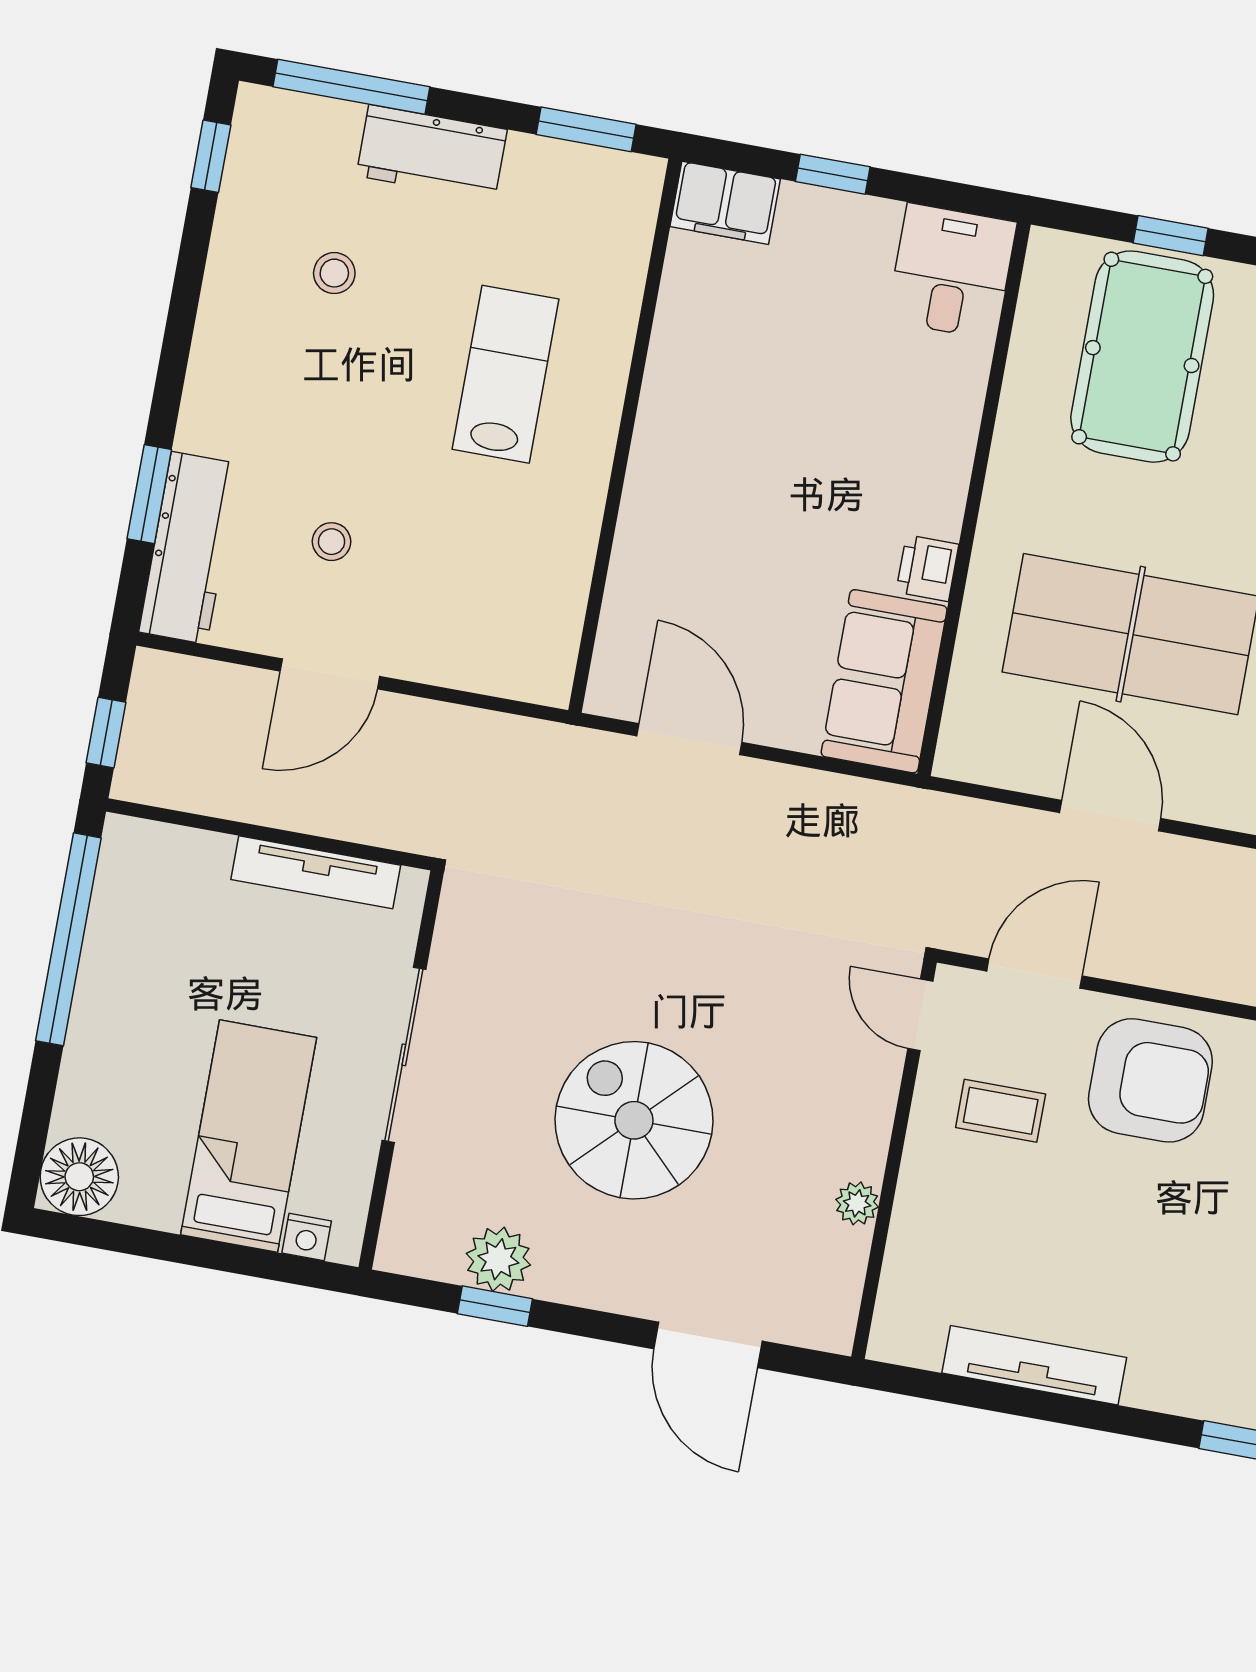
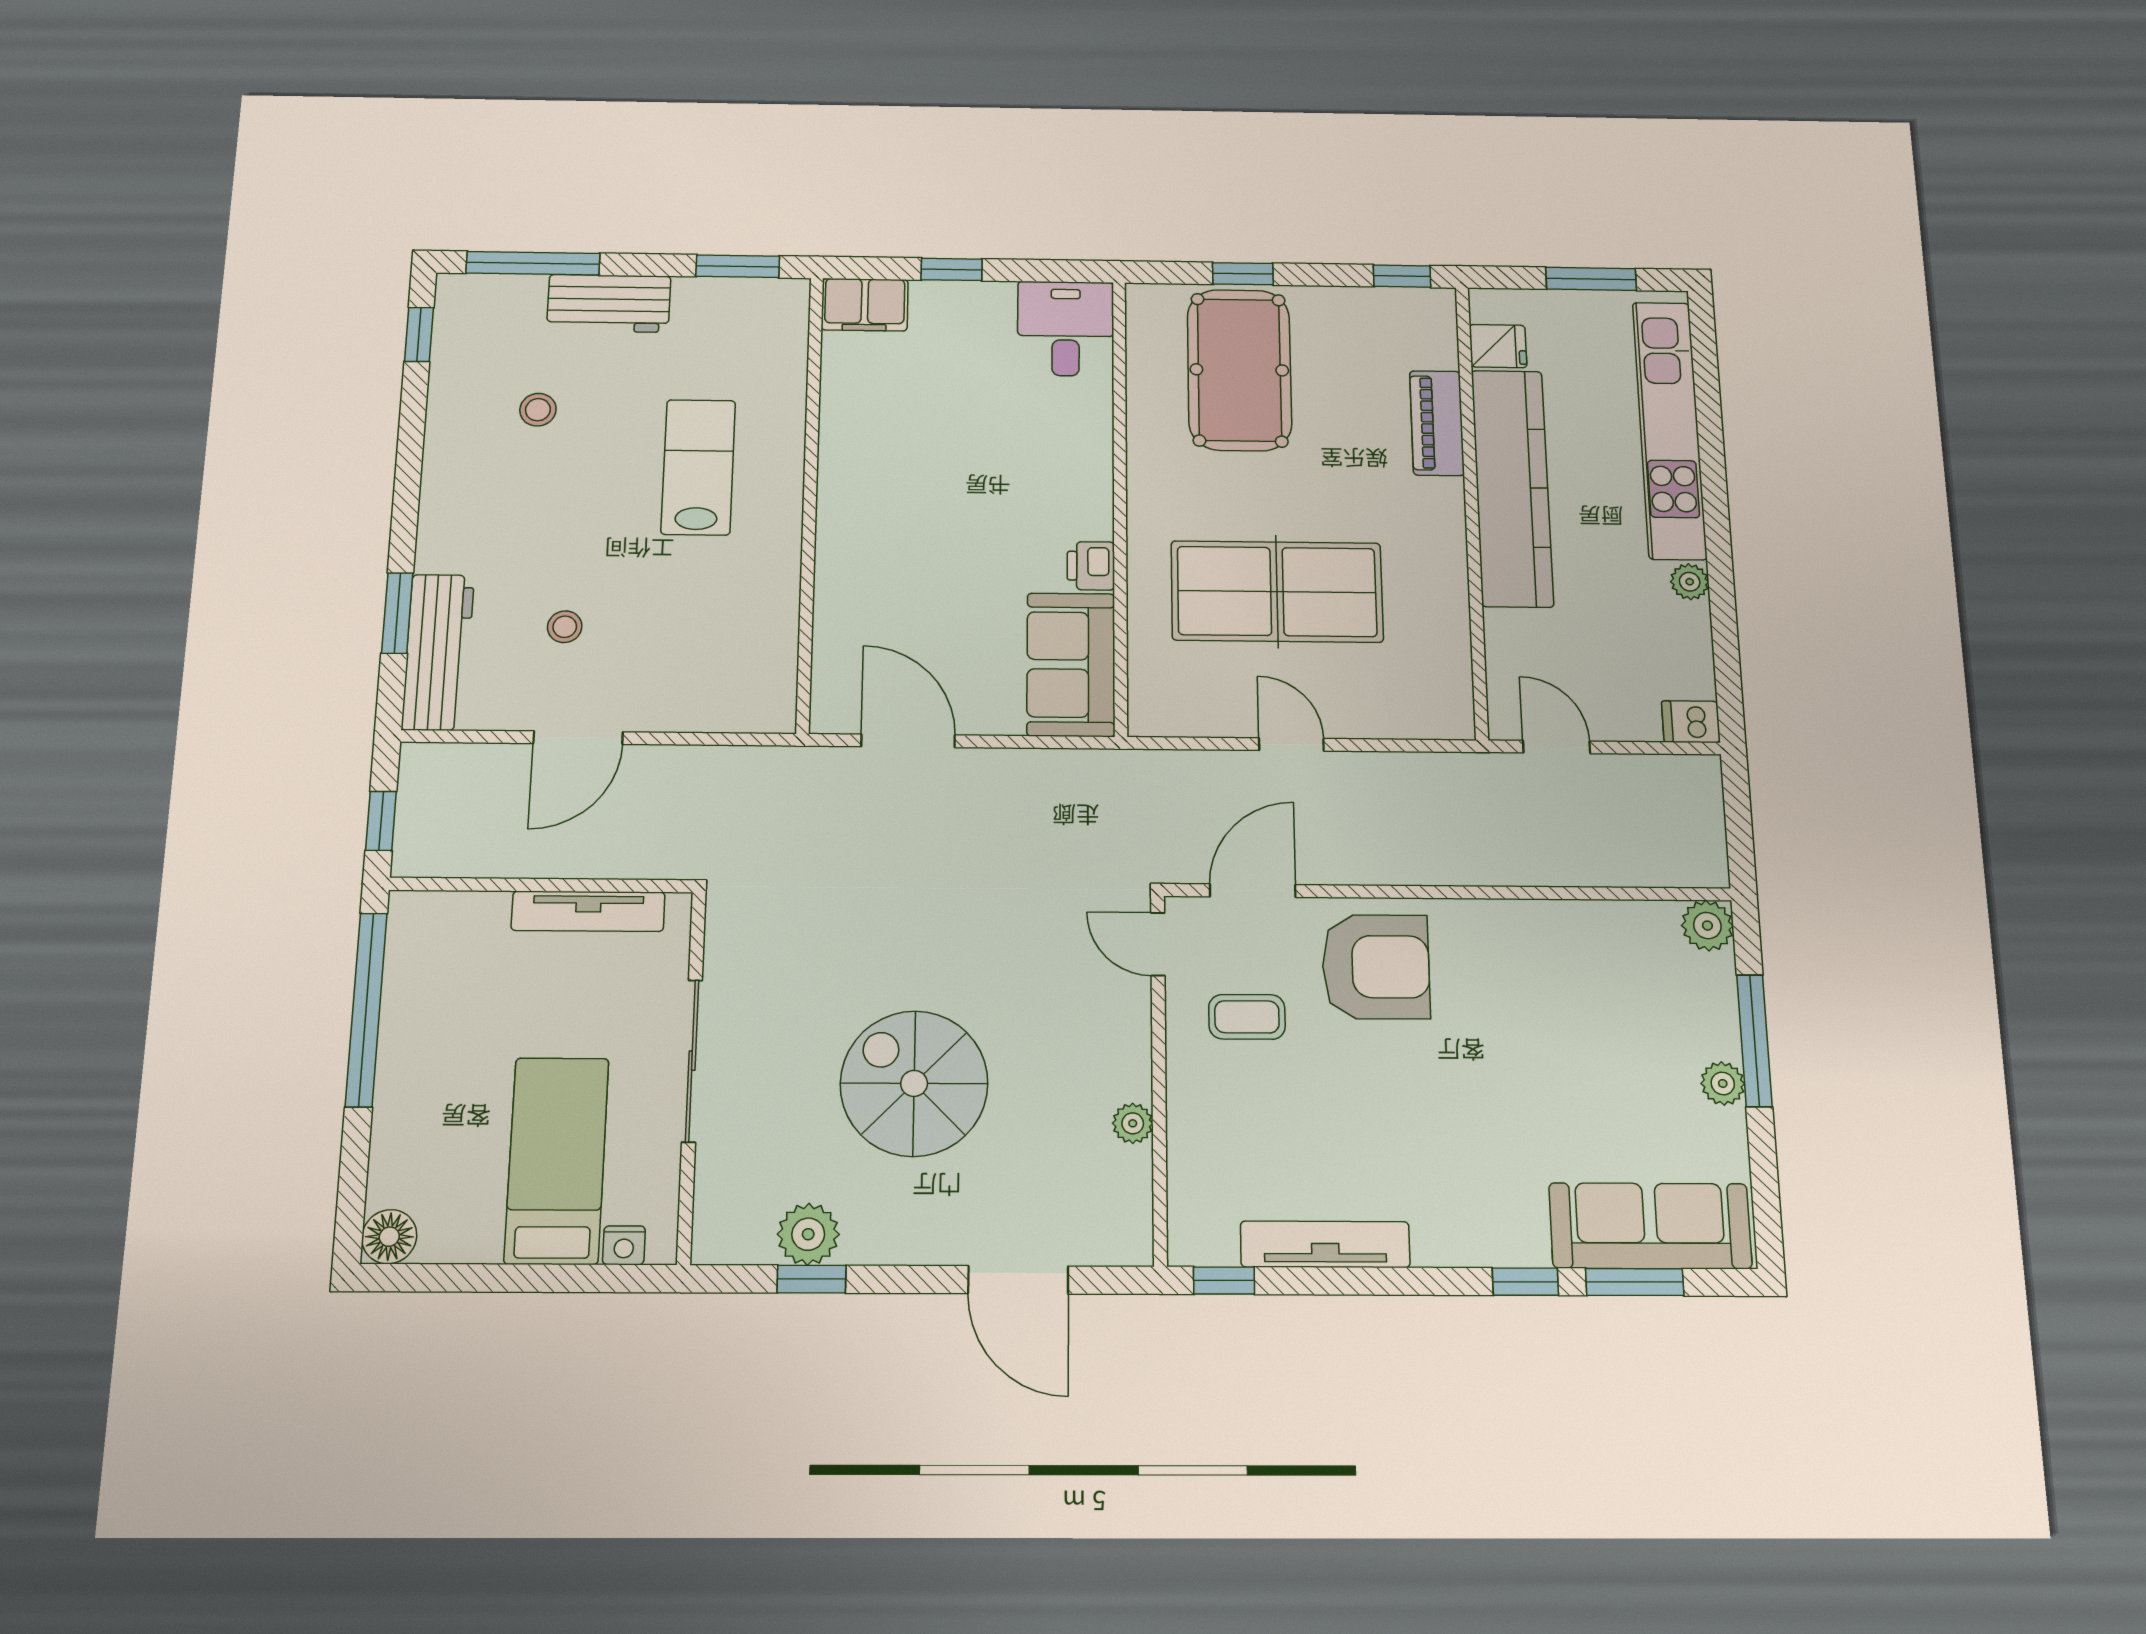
door: (1110, 816) -> (1291, 744), width x0.73
floor lamp: (79, 1177) -> (389, 1237), width x0.73, depth x0.73
window: (921, 1384) -> (1224, 1281), added

